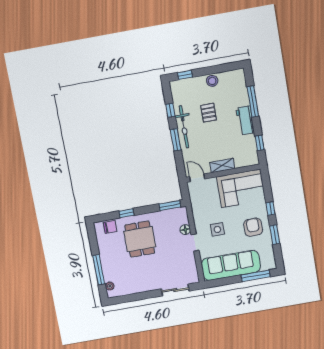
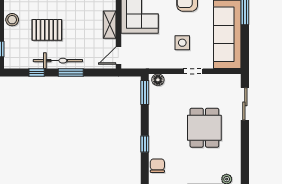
pallet: (209, 113) -> (47, 30), width x1.50, depth x1.42
floor lamp: (185, 230) -> (158, 80), moved
dining table: (140, 239) -> (204, 128), moved, turned 90

